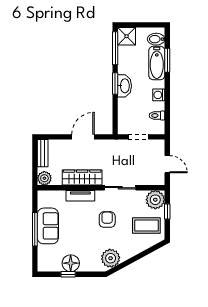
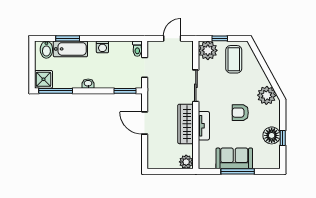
window: (115, 84) -> (125, 91), moved
washbasin: (124, 86) -> (88, 84), width x0.52, depth x0.69
toilet: (157, 115) -> (137, 49), moved
bench: (43, 153) -> (161, 164), removed
armchair: (107, 220) -> (240, 113), moved

